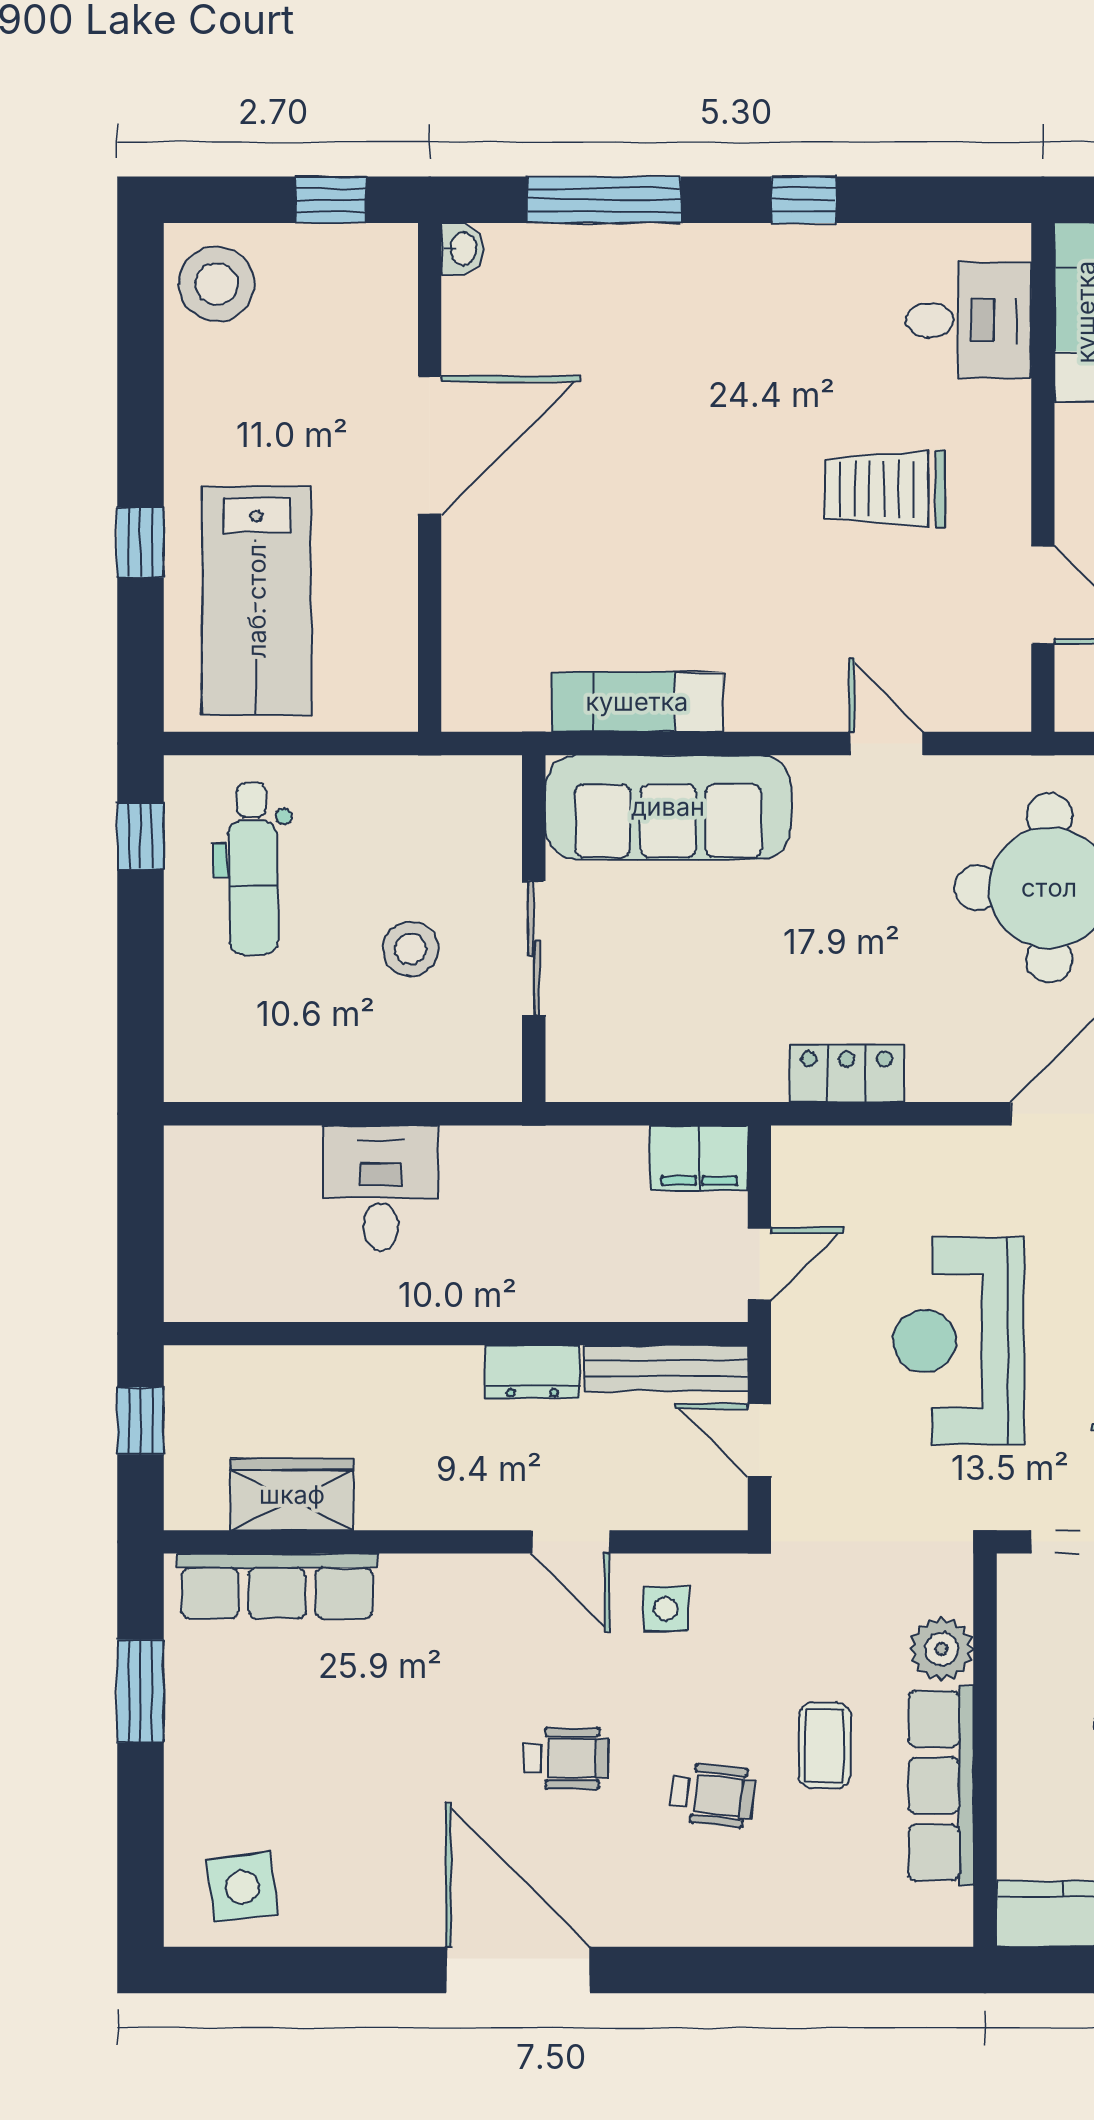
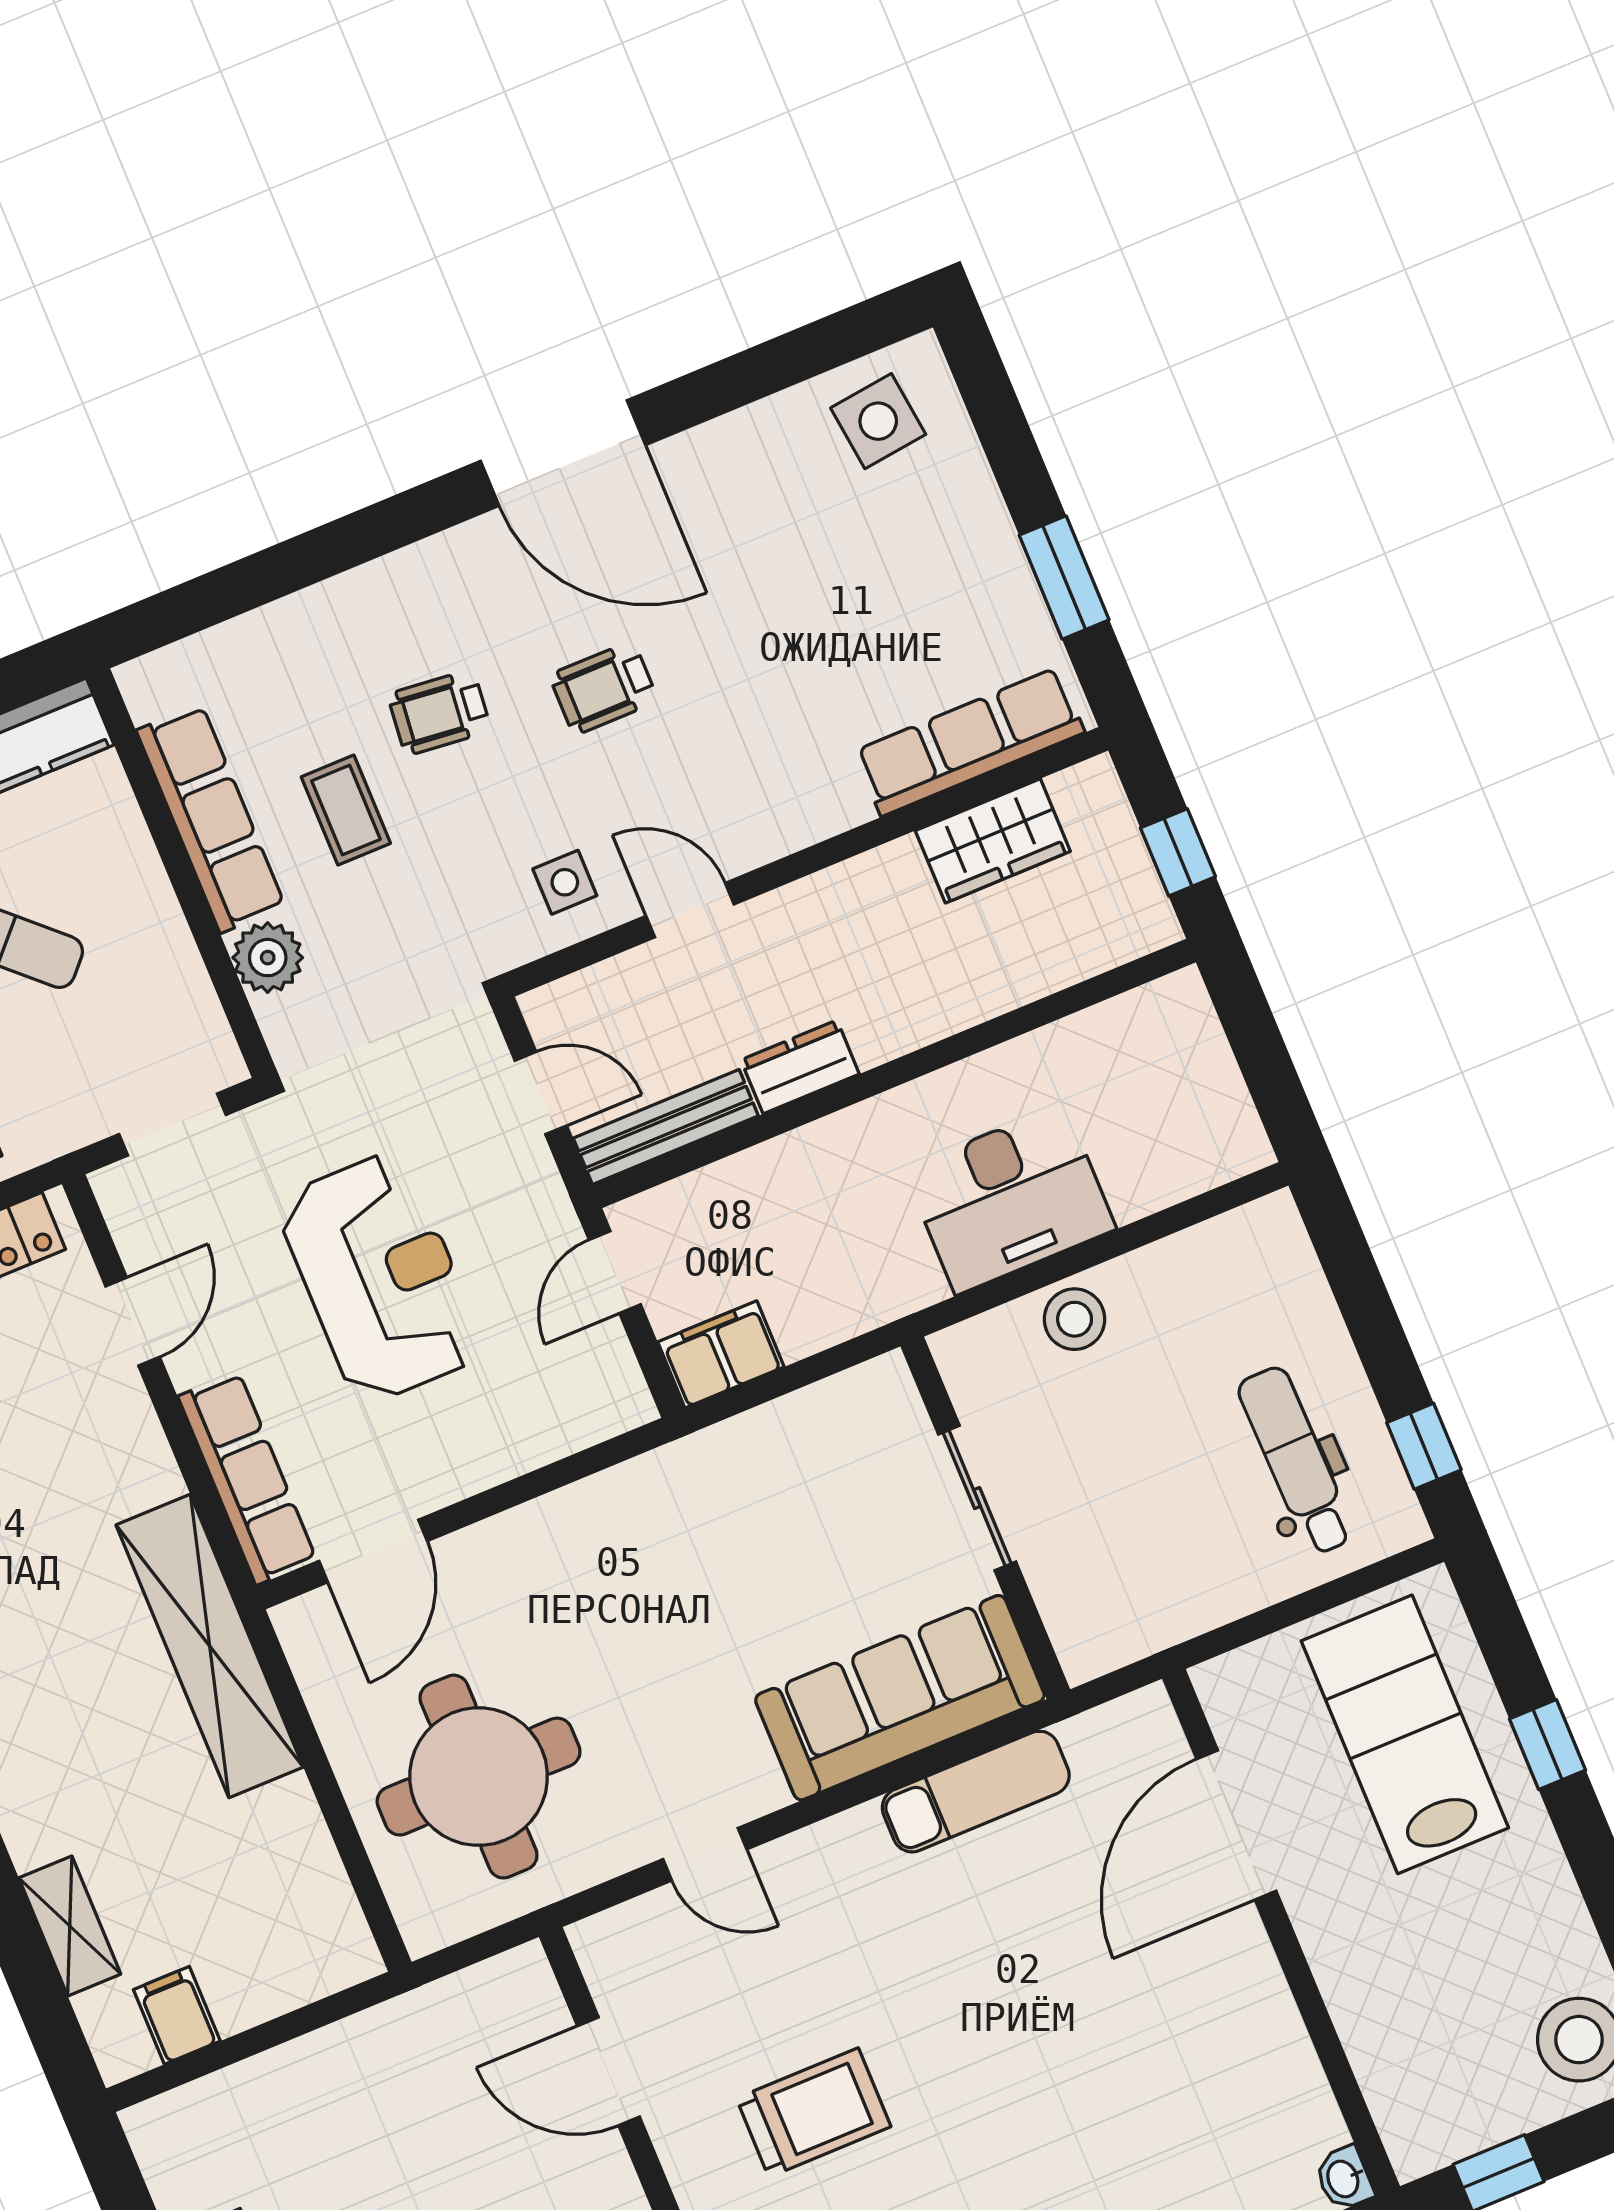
door: (430, 446) -> (1236, 1825), moved
stool: (410, 949) -> (1075, 1319), moved
locker: (847, 1073) -> (606, 1502), removed
desk: (381, 1188) -> (1010, 1199), width x1.37

